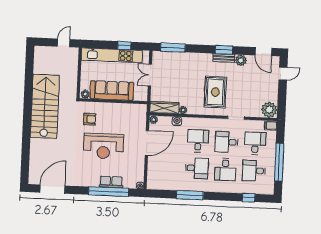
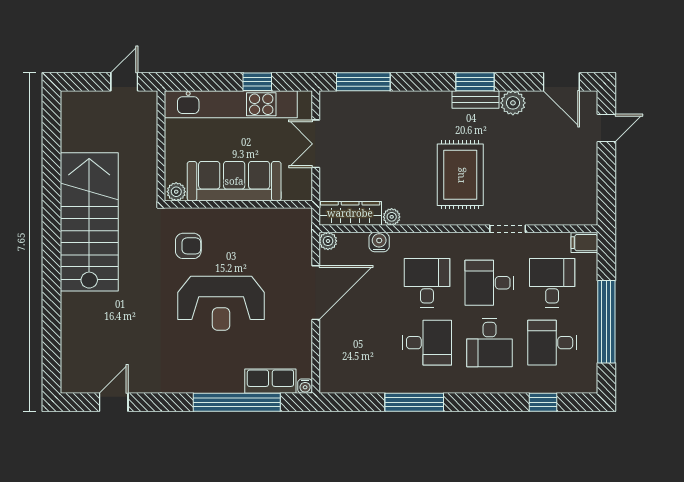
plant: (269, 110) -> (580, 208), removed
row of seats: (111, 182) -> (270, 381), moved
door: (52, 189) -> (114, 402), width x0.53

